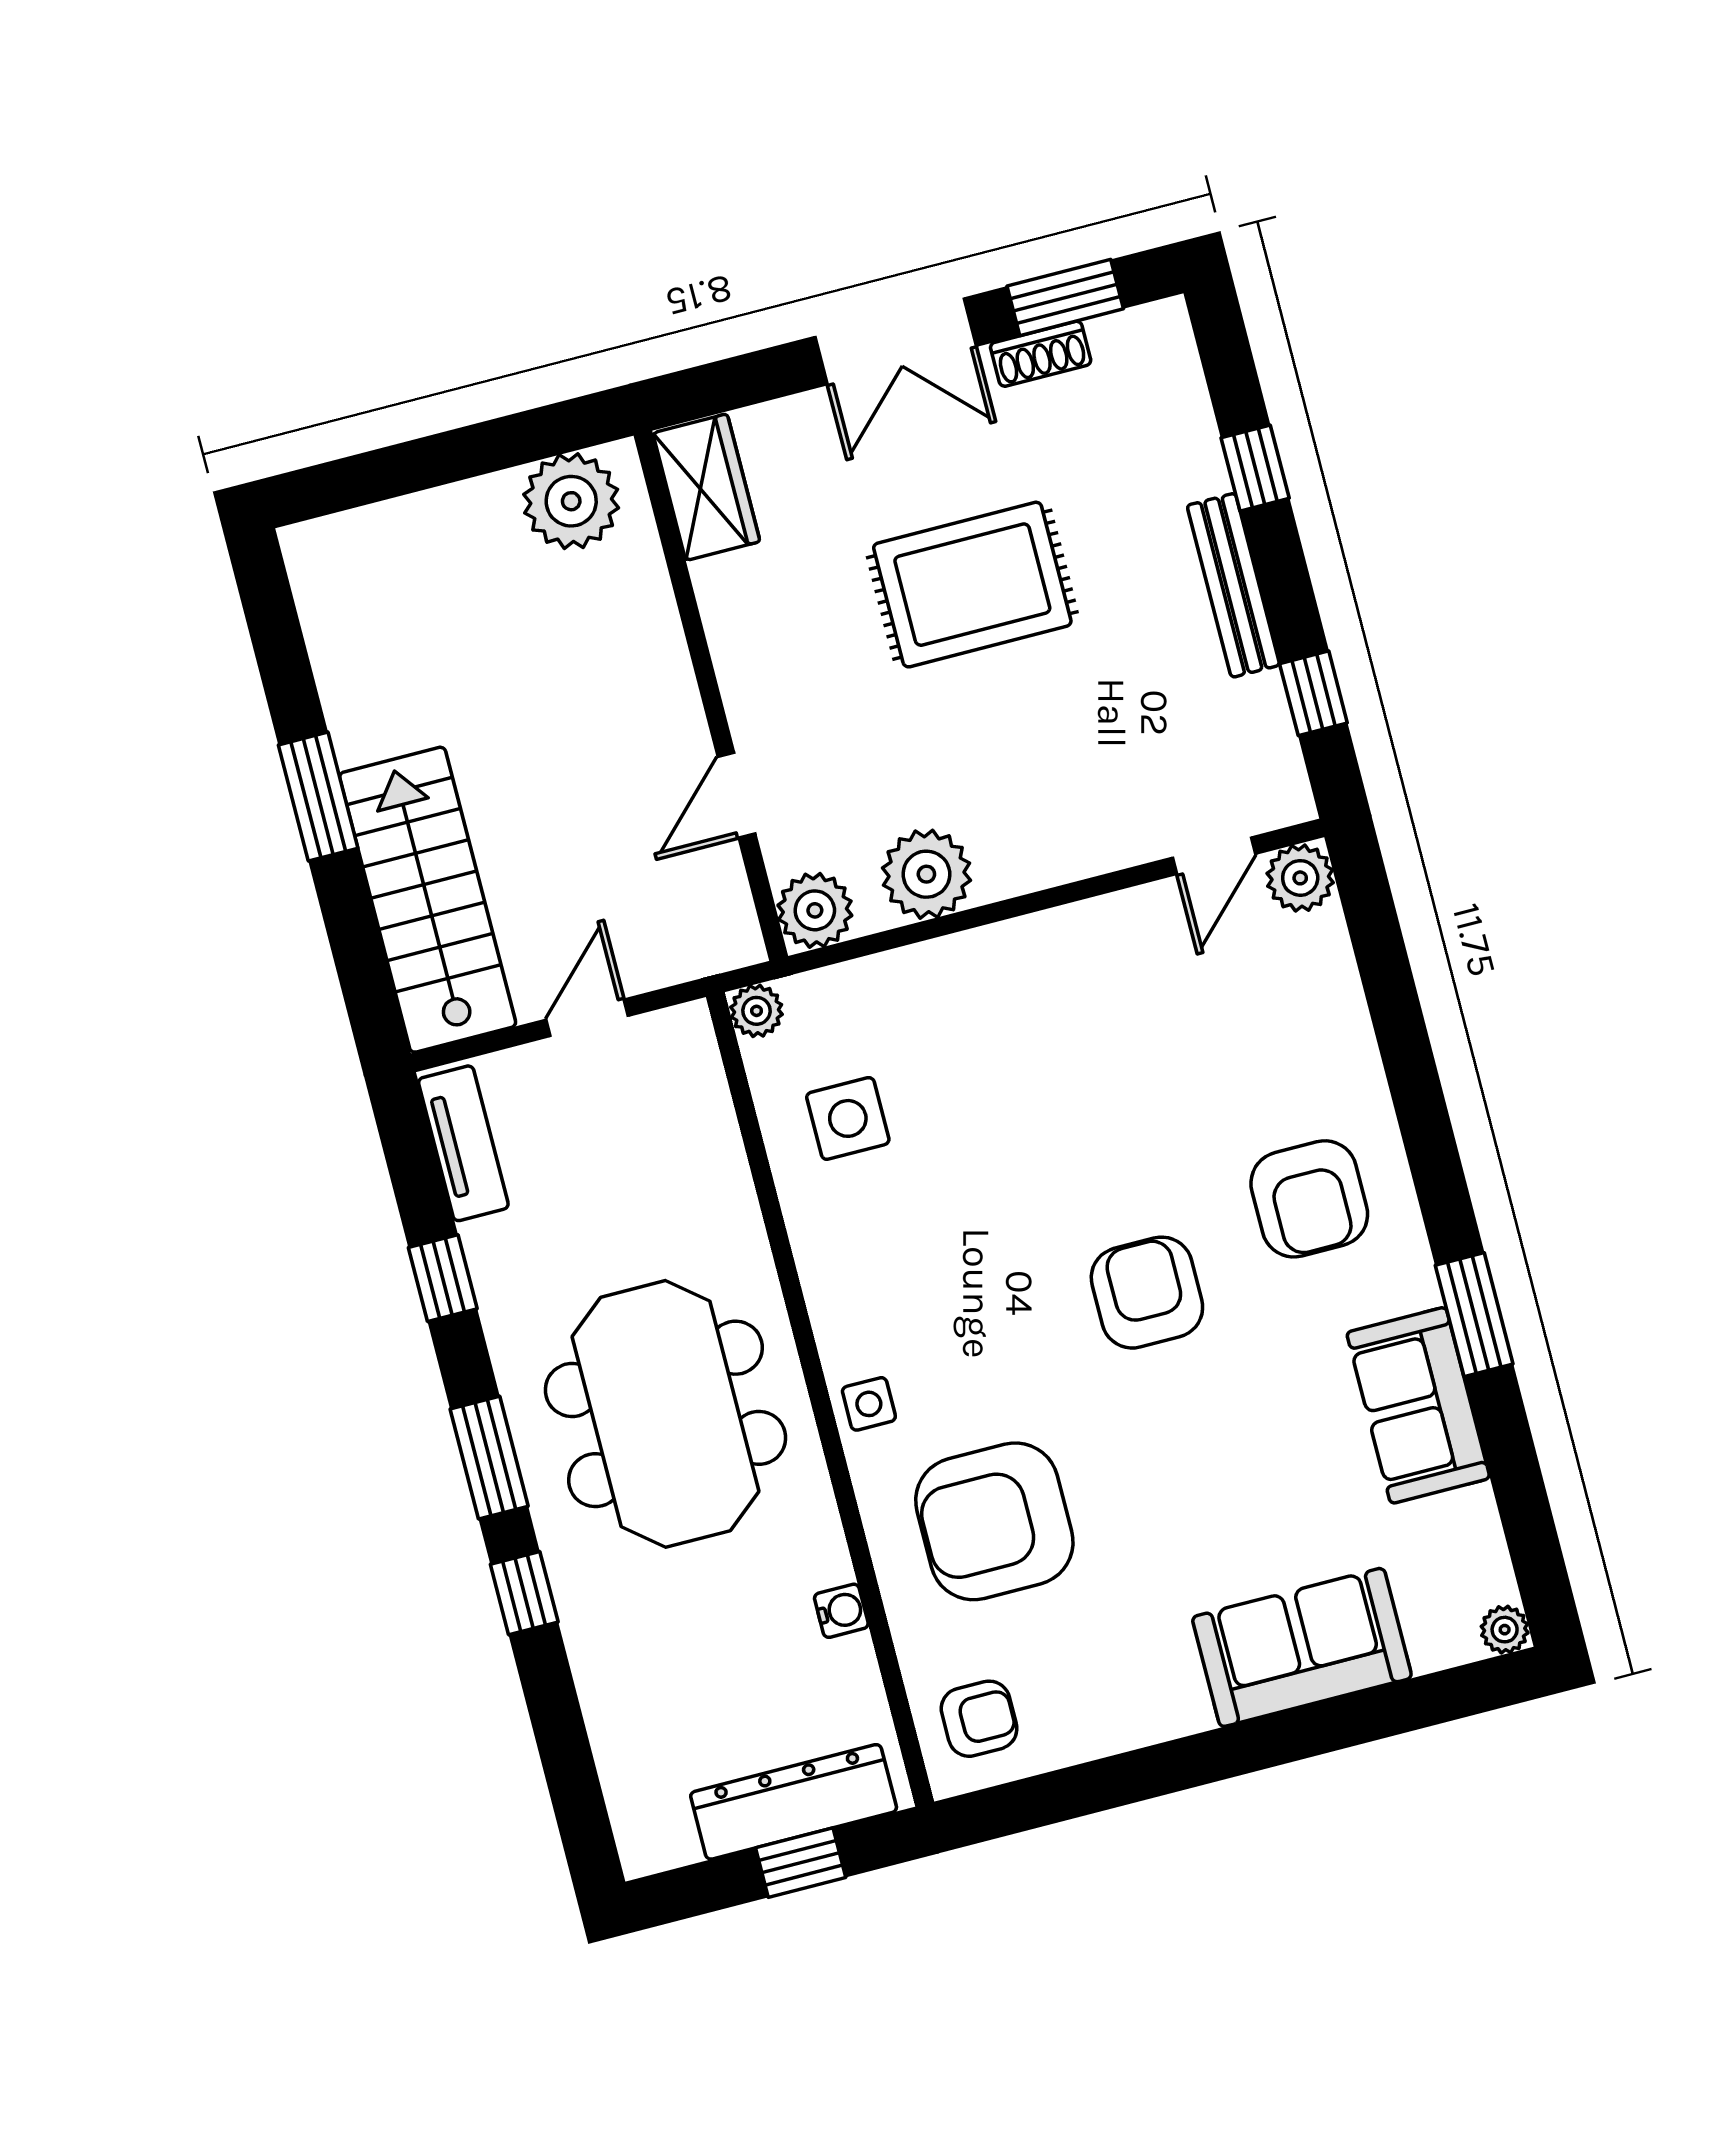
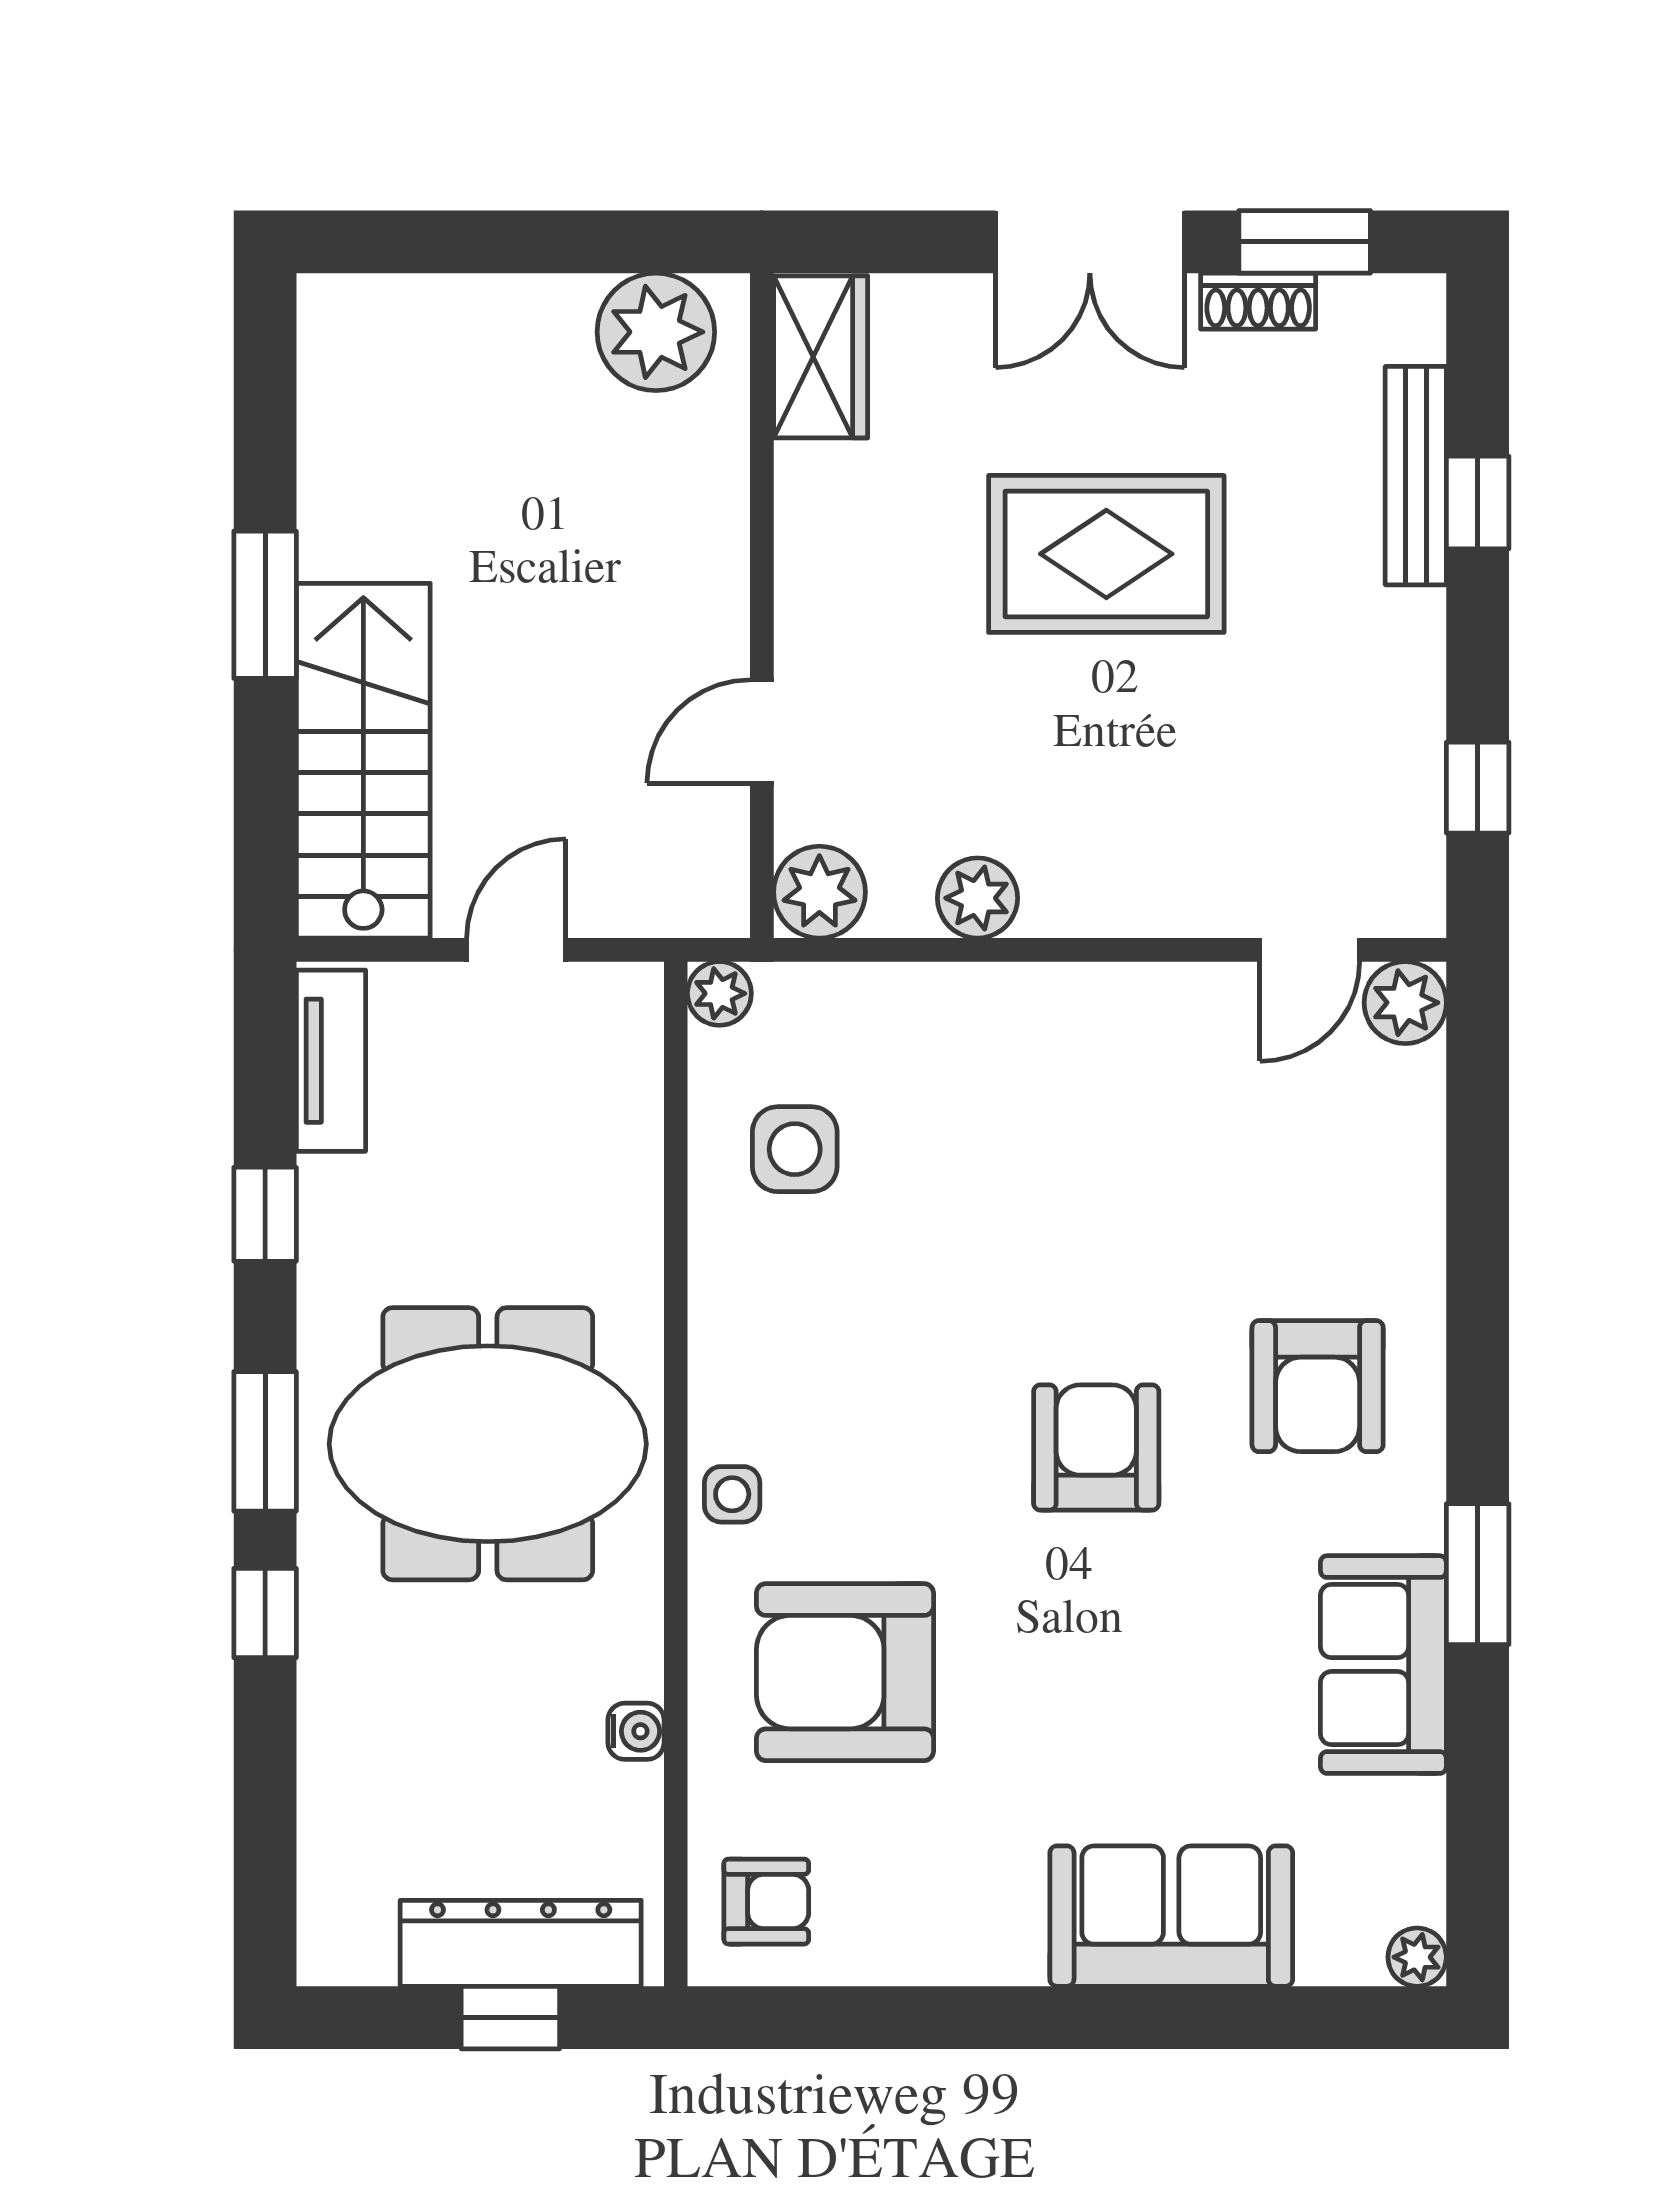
bench: (1233, 585) -> (1416, 476), moved
plant: (926, 874) -> (978, 898), width x0.73, depth x0.73
meeting table: (665, 1414) -> (488, 1444), turned 90

